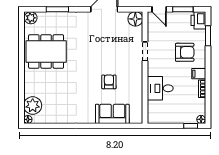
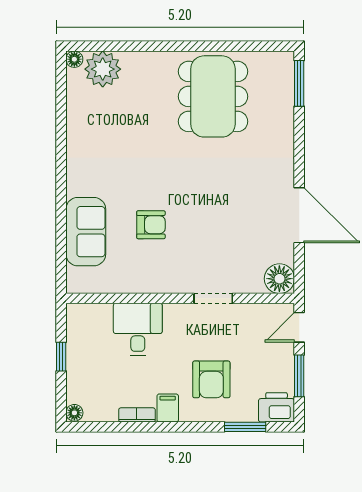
window: (57, 9) -> (299, 83), moved
plant: (31, 18) -> (282, 65), removed
window: (191, 126) -> (61, 357), moved

